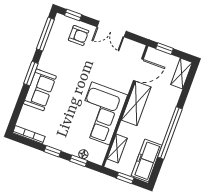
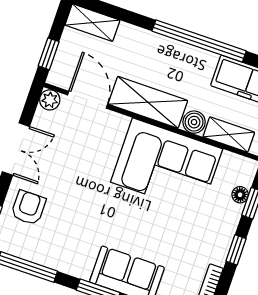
plant: (139, 49) -> (50, 100), added
boiler: (125, 129) -> (194, 122), added

